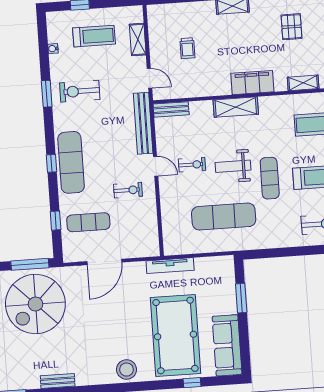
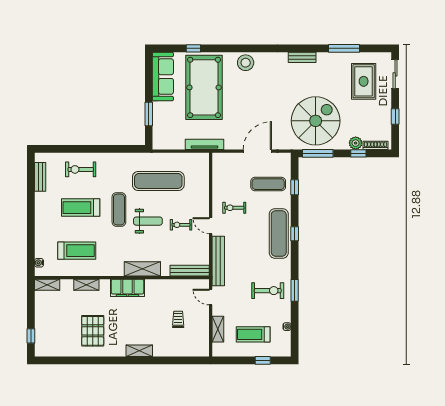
pallet: (292, 27) -> (93, 331), width x1.50, depth x1.42
bench: (171, 109) -> (190, 271), width x1.36

